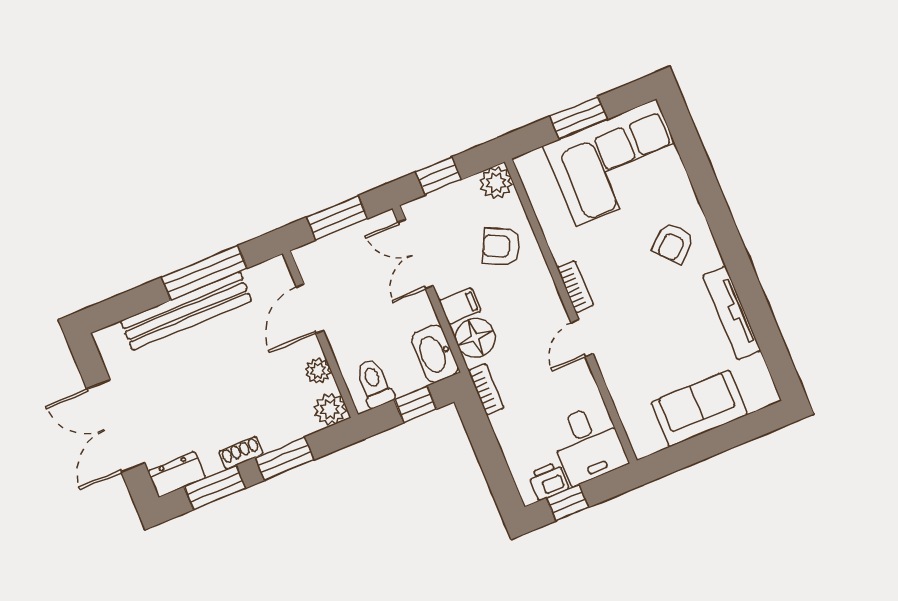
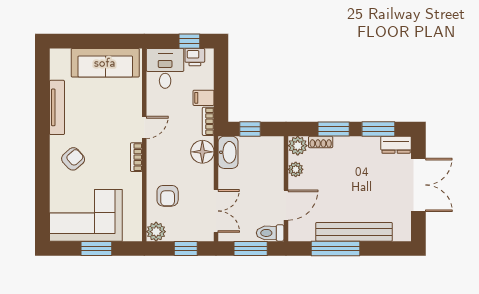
armchair: (501, 246) -> (168, 196), turned 64
filing cabinet: (460, 306) -> (204, 98), moved
toilet: (374, 383) -> (270, 233), moved, turned 90
sofa: (699, 408) -> (105, 63), width x1.36
shoe rack: (241, 453) -> (321, 142), moved

